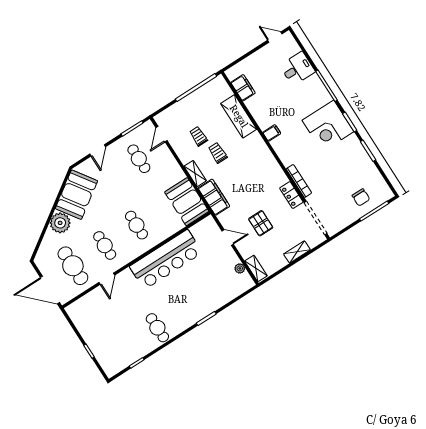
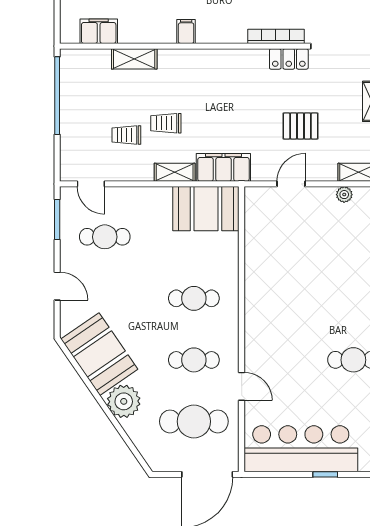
shelving: (239, 116) -> (134, 59), width x0.67, depth x0.75
bar counter: (166, 260) -> (301, 449), moved, turned -90

